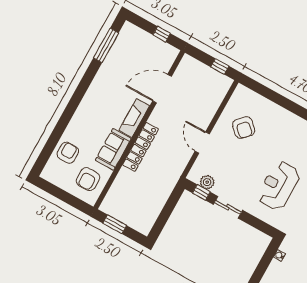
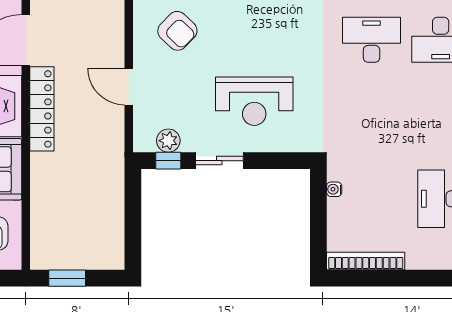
locker: (141, 147) -> (42, 109), moved
reception desk: (279, 186) -> (254, 101), moved, turned -90

